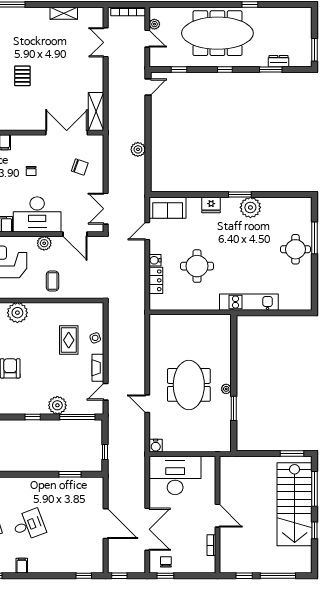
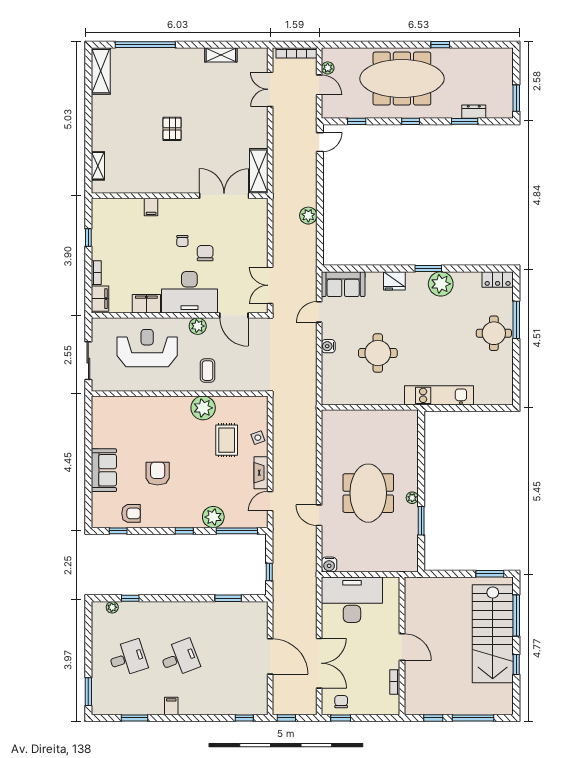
chair: (80, 167) -> (205, 253), moved, turned -109
locker: (156, 280) -> (498, 280), moved, turned 90
plant: (17, 313) -> (203, 408), moved

